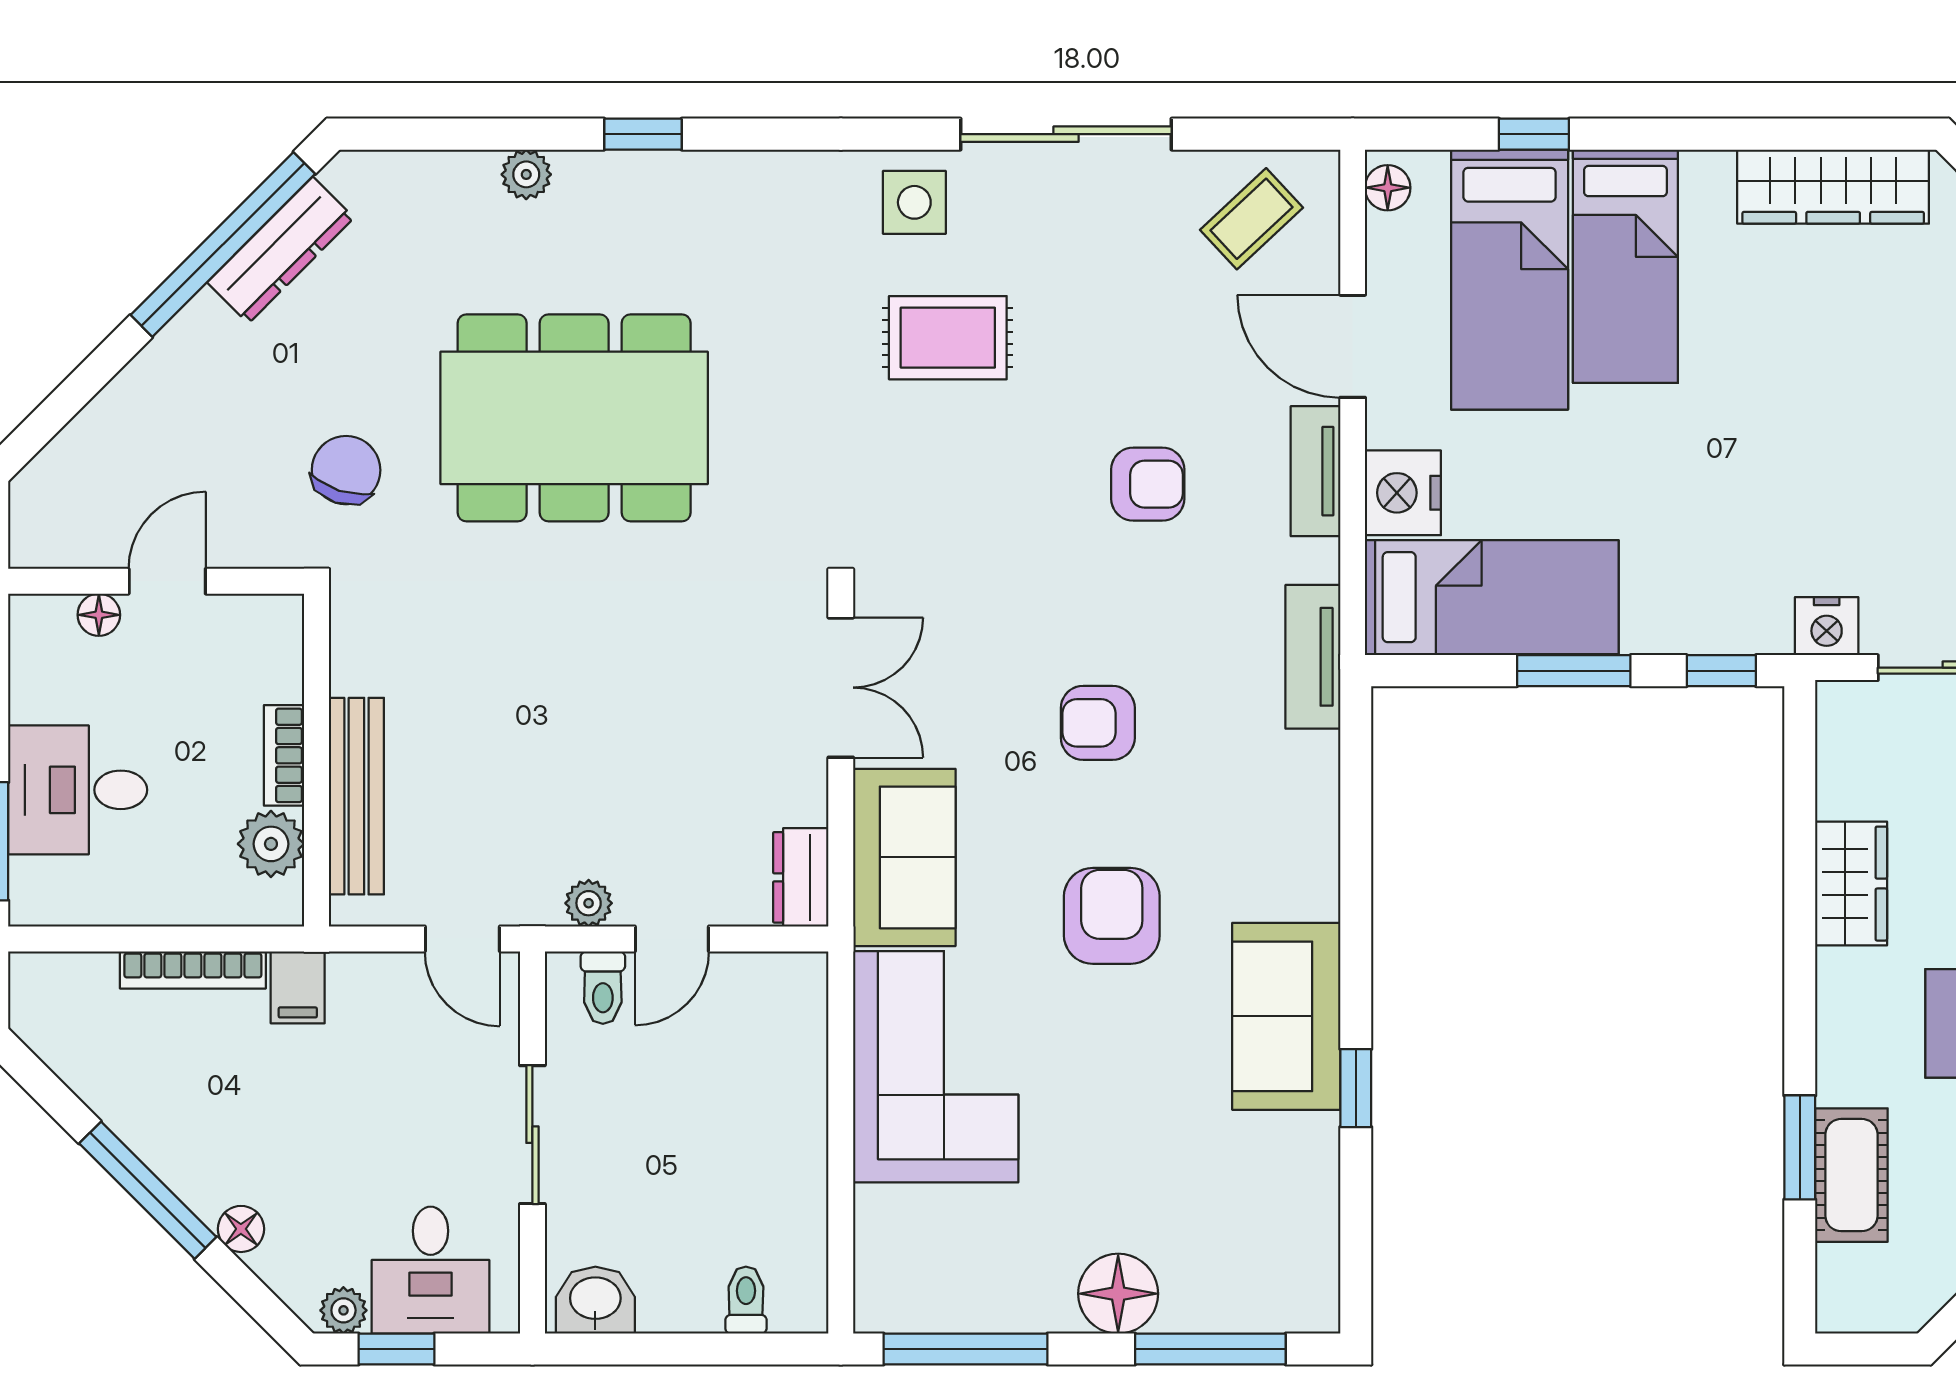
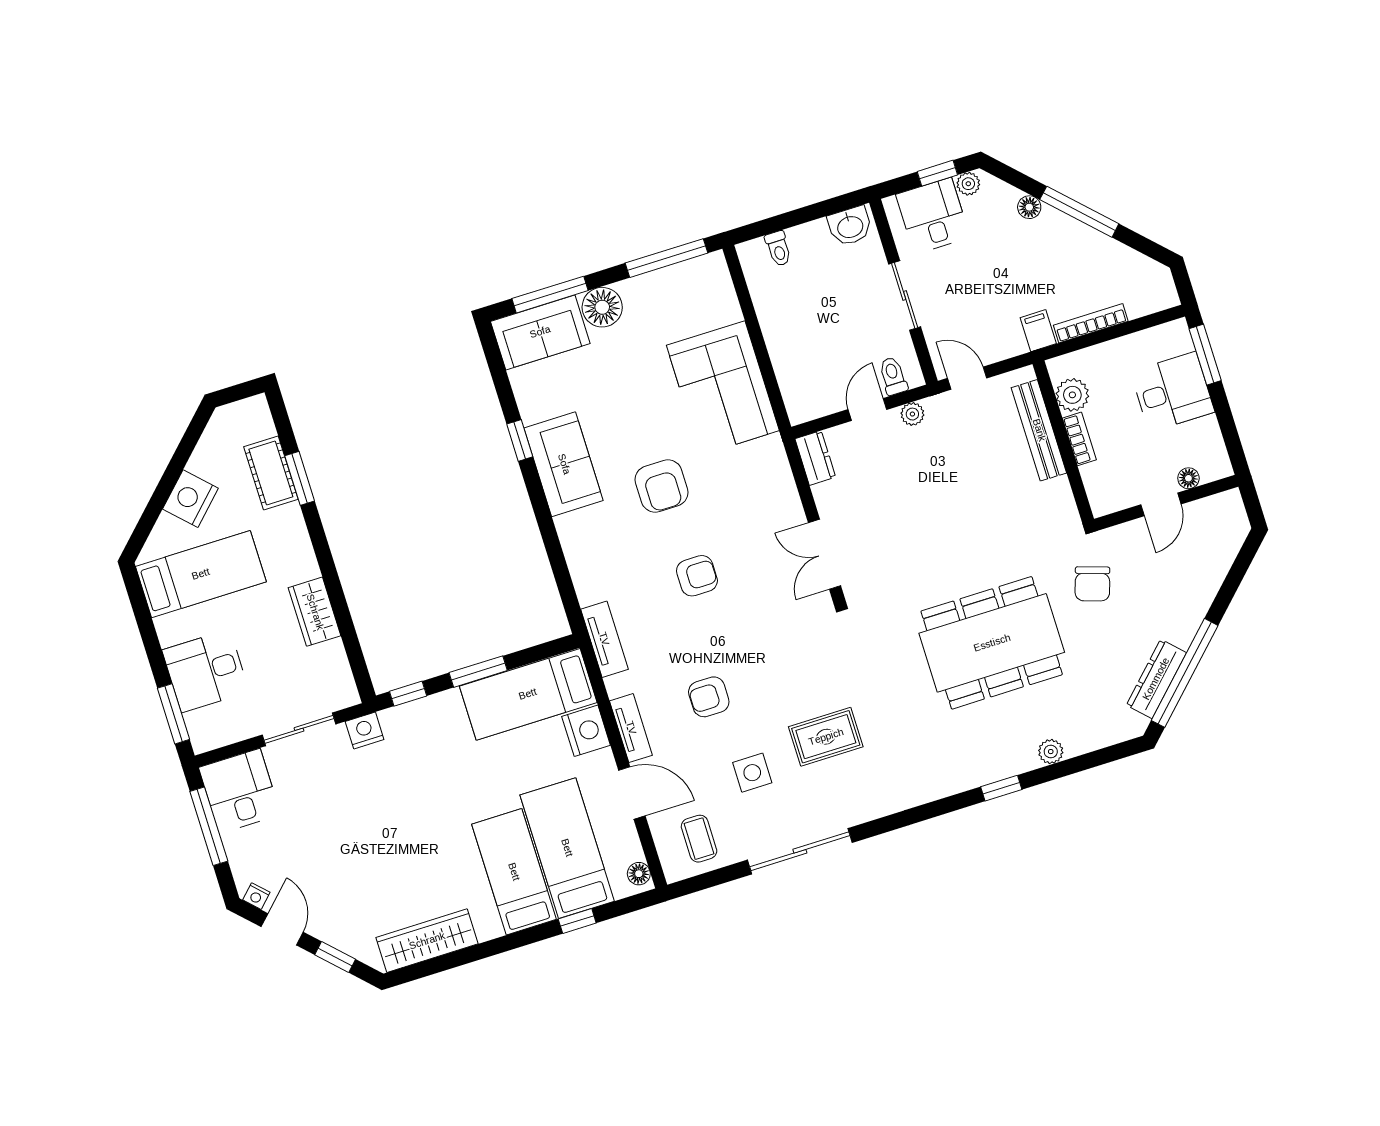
side table: (914, 202) -> (752, 773), moved
coffee table: (1251, 219) -> (699, 839), turned -47
sofa: (904, 857) -> (540, 332), moved, turned -90

